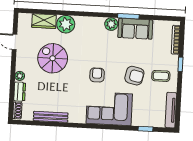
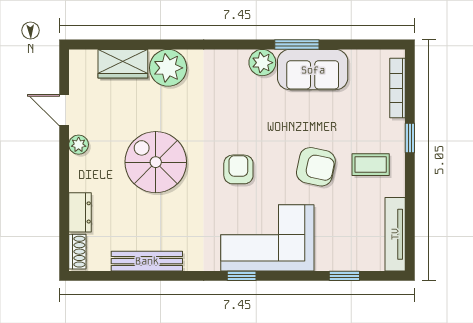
spiral stairs: (53, 58) -> (156, 162), moved
plant: (20, 76) -> (79, 145), moved
window: (96, 126) -> (242, 276), added

